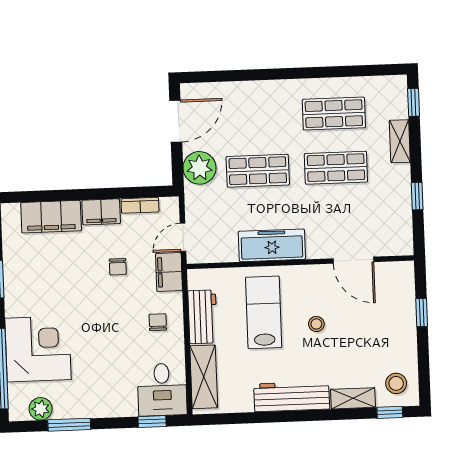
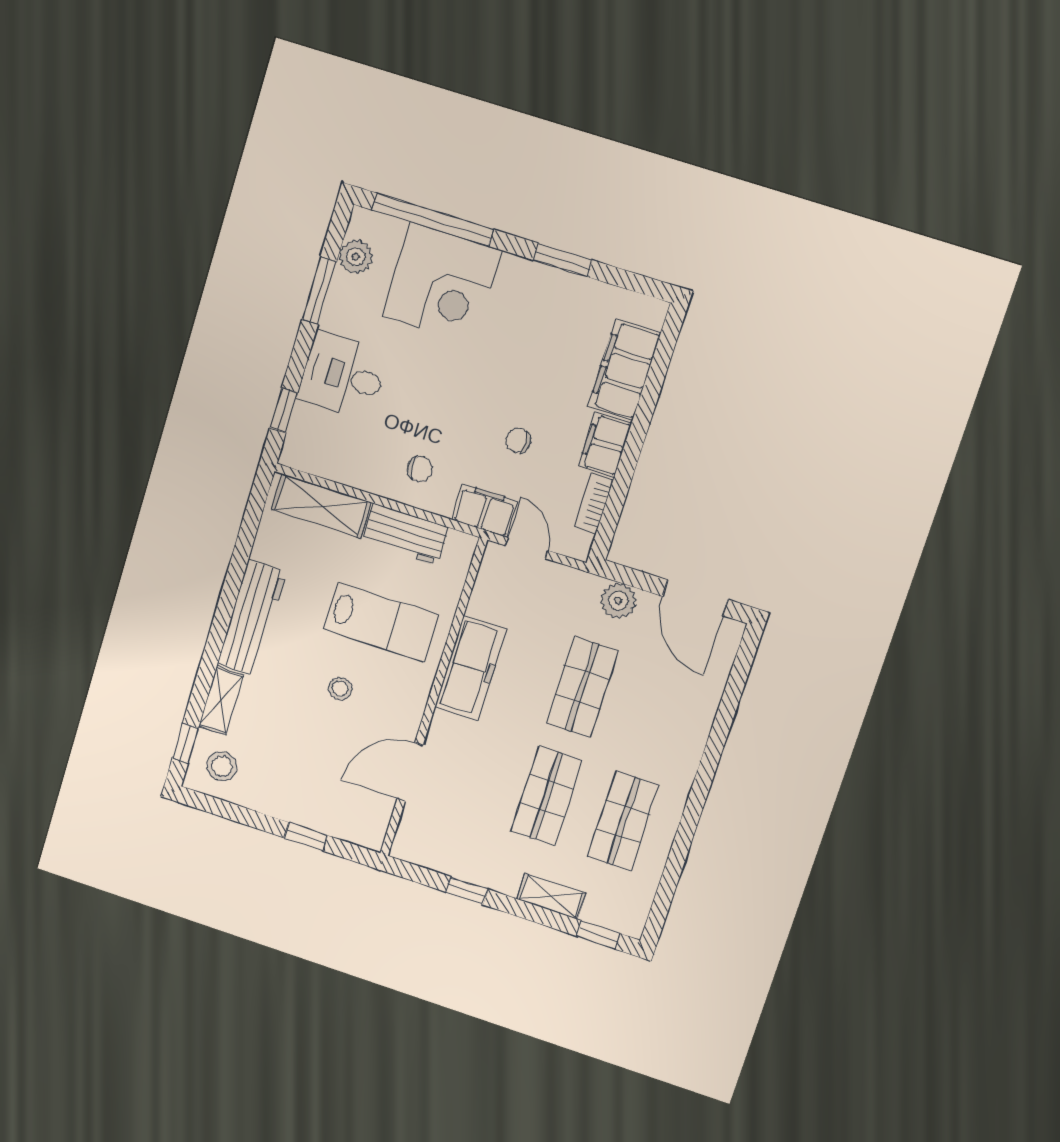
plant: (199, 168) -> (618, 601), width x0.73, depth x0.73
desk: (162, 390) -> (343, 376), moved

